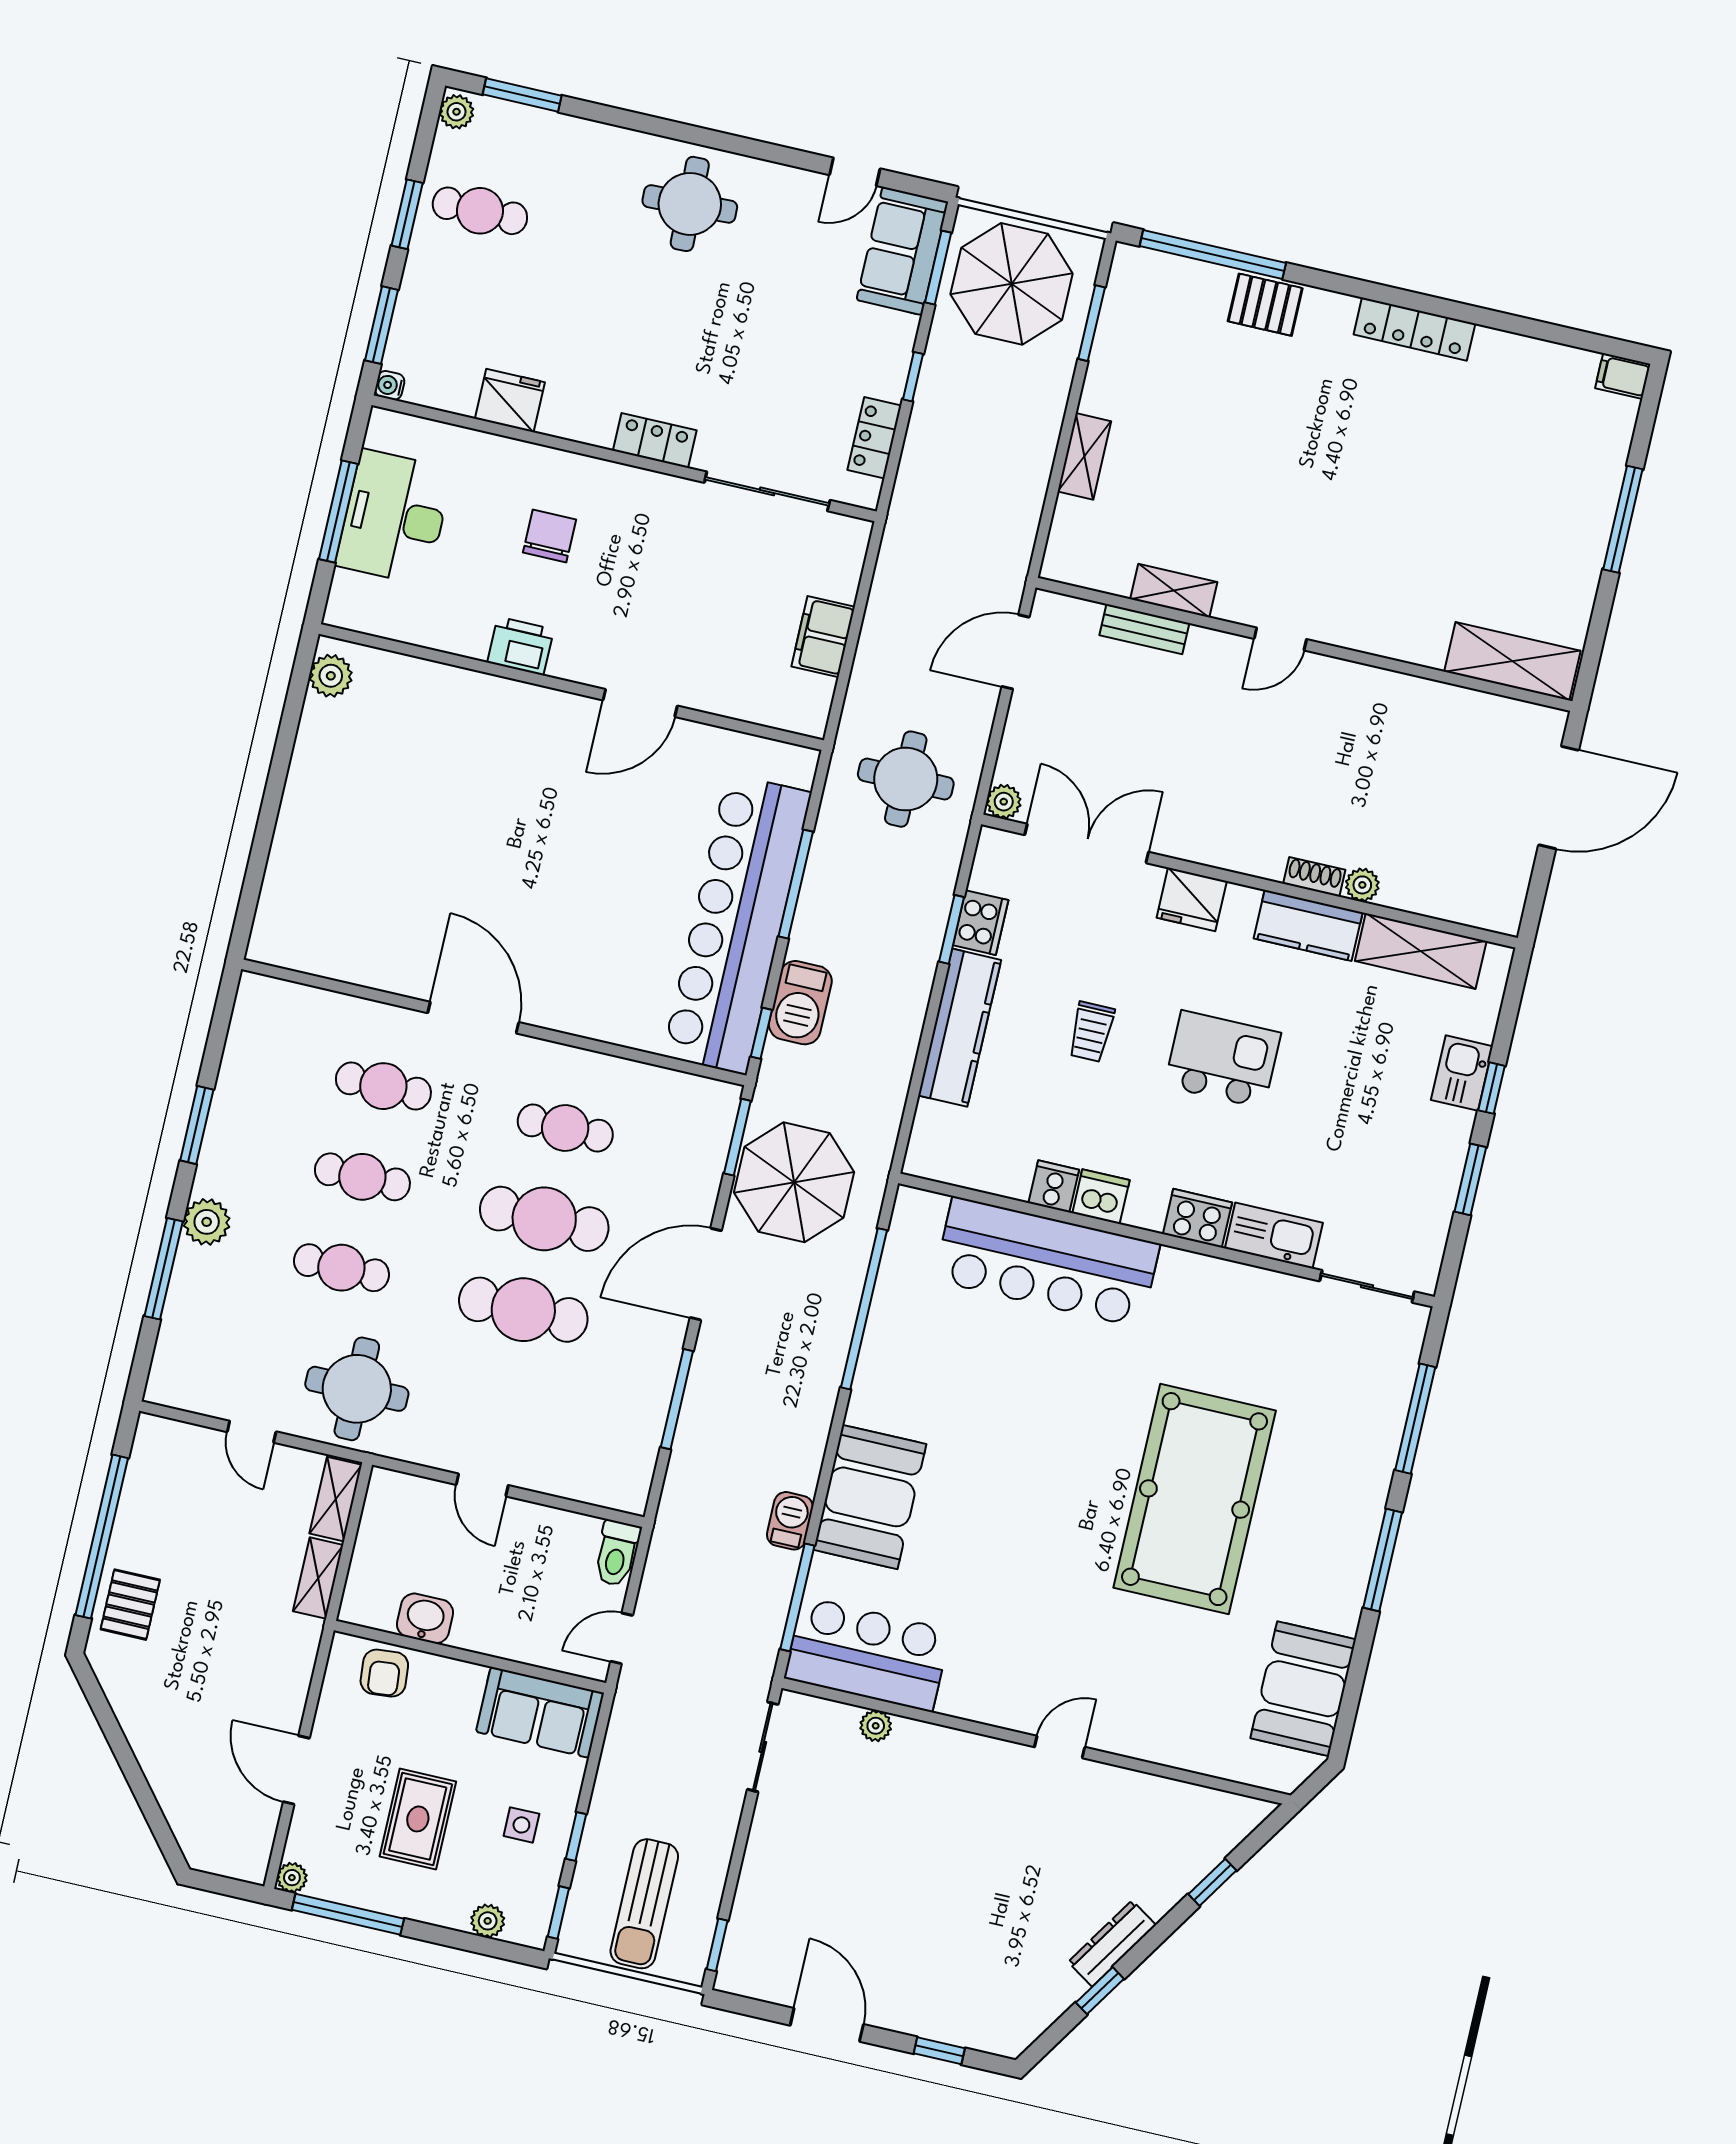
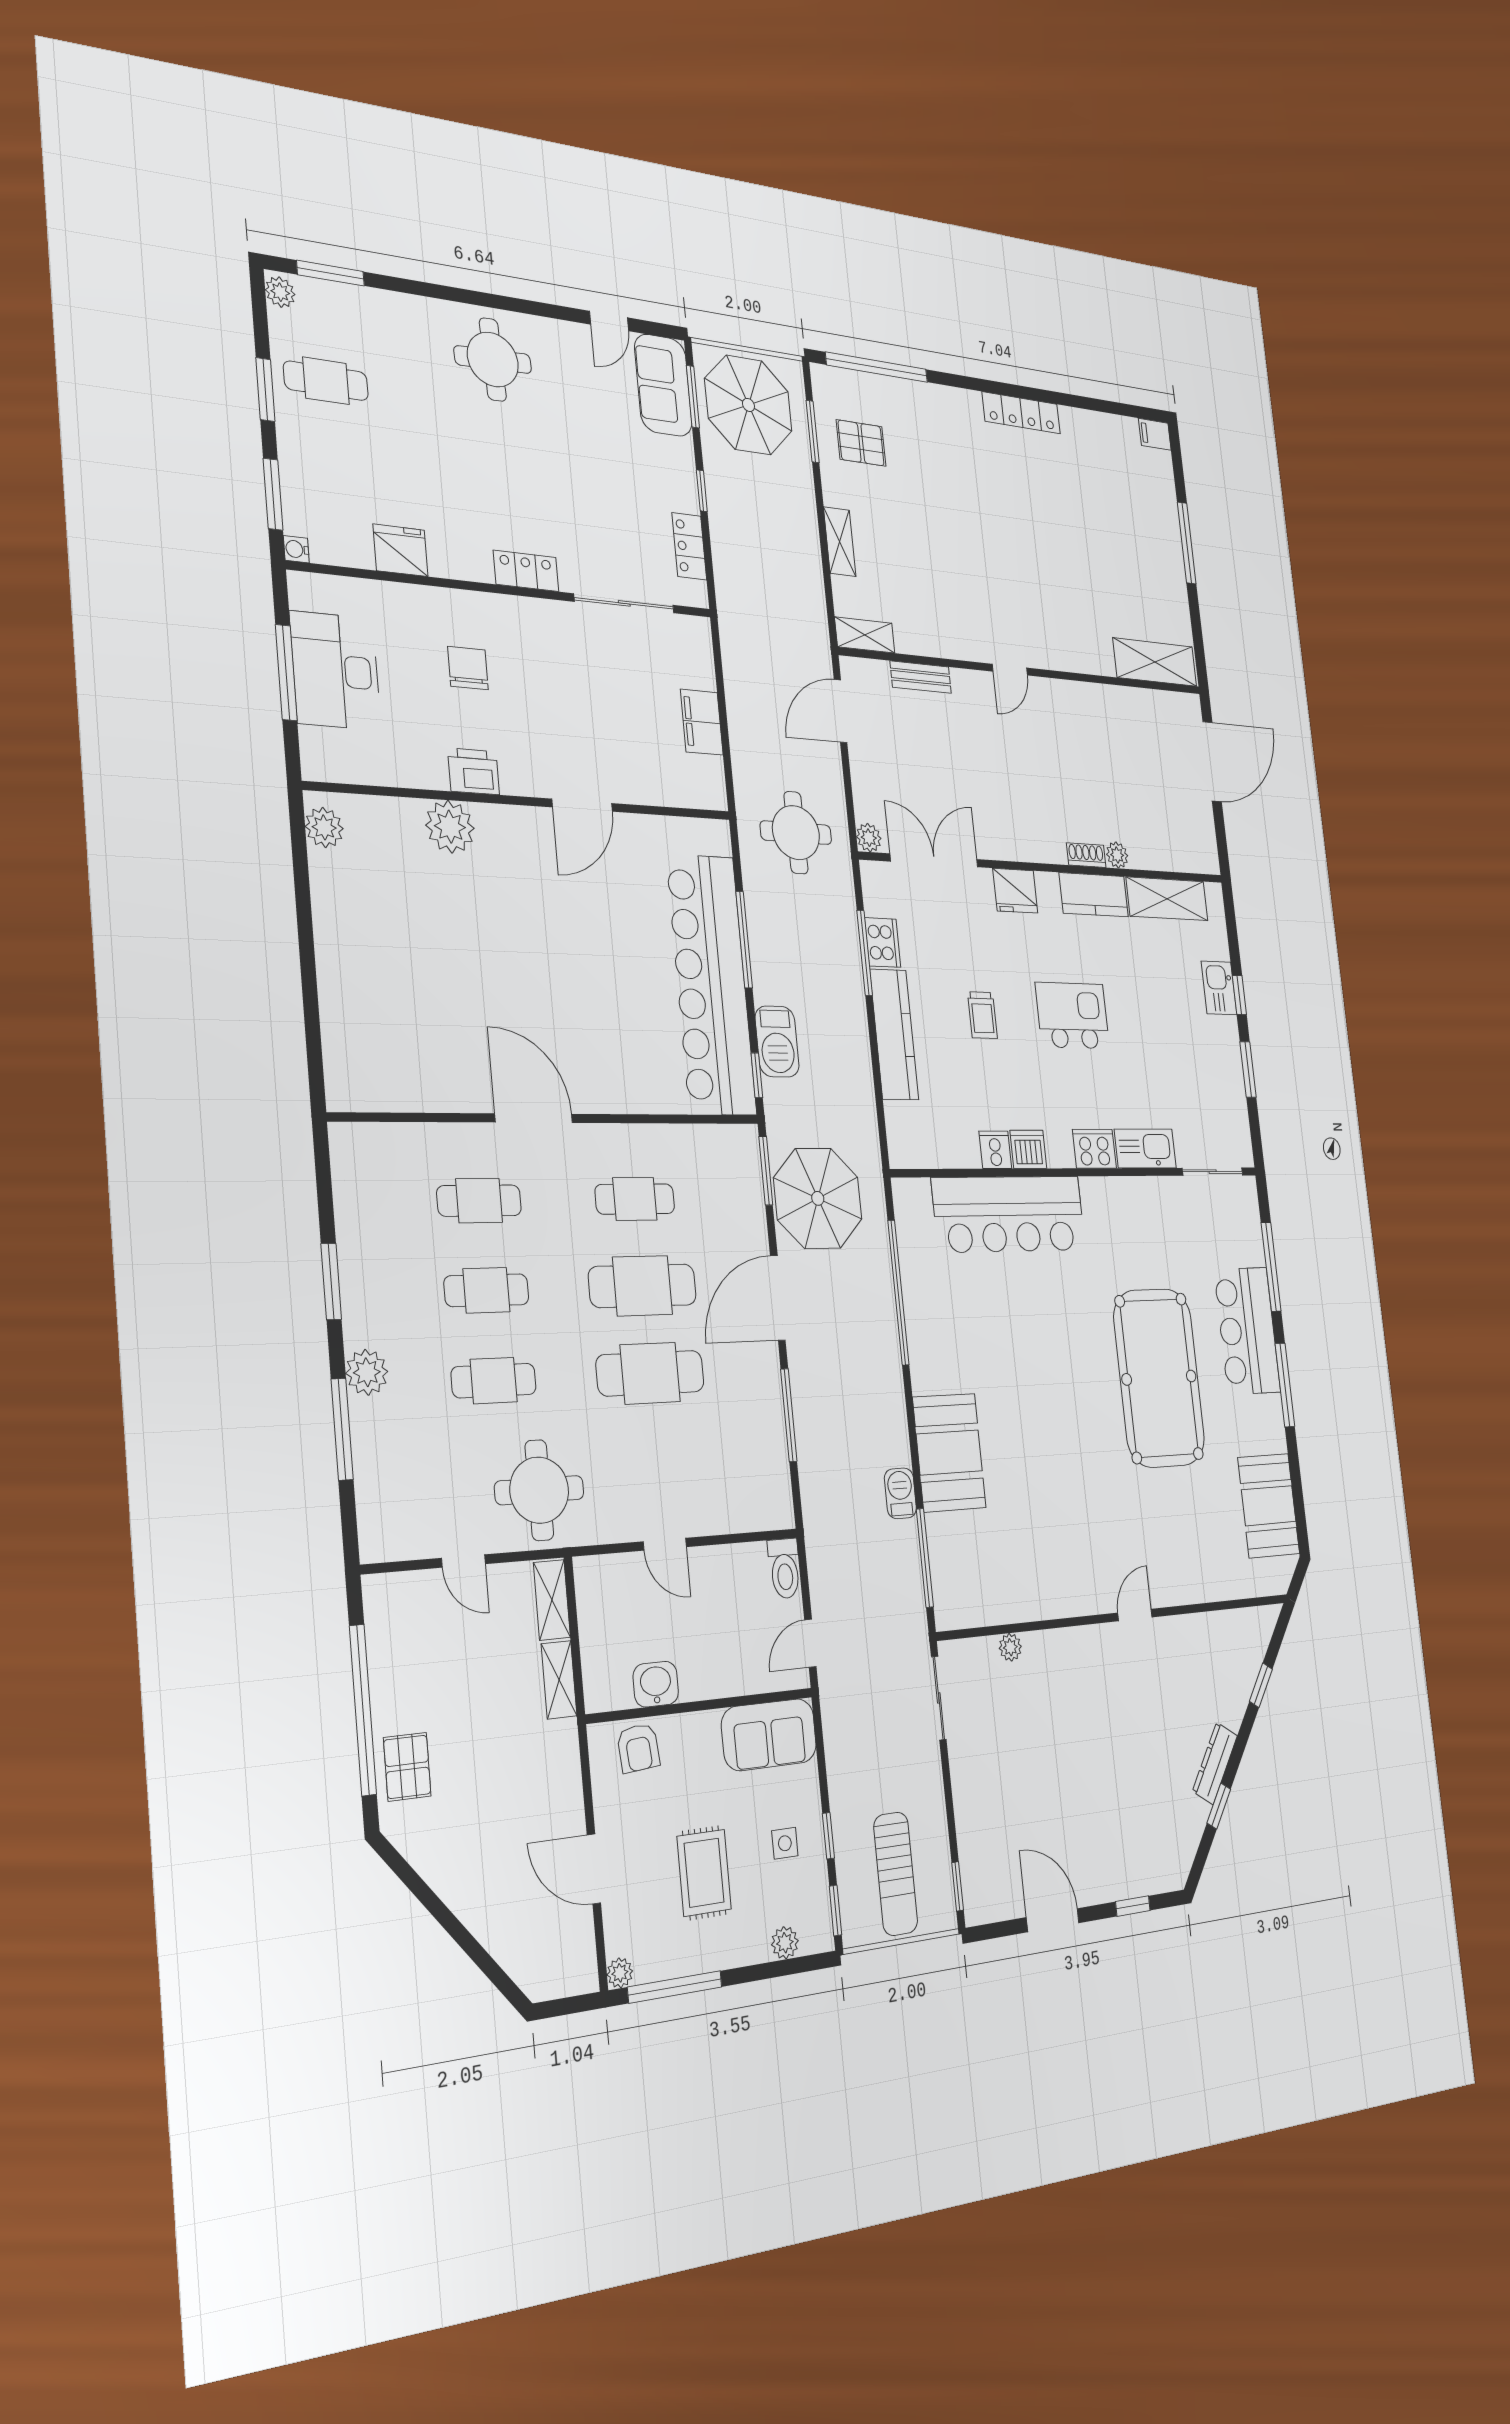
pallet: (1265, 305) -> (861, 443), moved
shelving: (1174, 591) -> (865, 635), moved
plant: (474, 699) -> (450, 827), added
window: (952, 929) -> (865, 953), width x1.44
bar counter: (867, 1654) -> (1247, 1331), moved, turned -90

